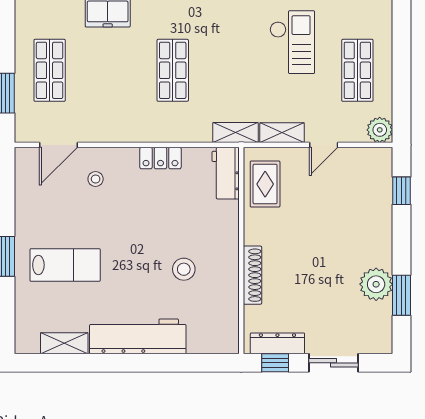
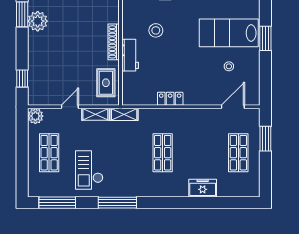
workbench: (226, 173) -> (130, 55), moved
stool: (96, 179) -> (229, 66), moved
lab bench: (65, 265) -> (229, 33), width x1.36, depth x1.39
shoe rack: (253, 275) -> (114, 42), moved

